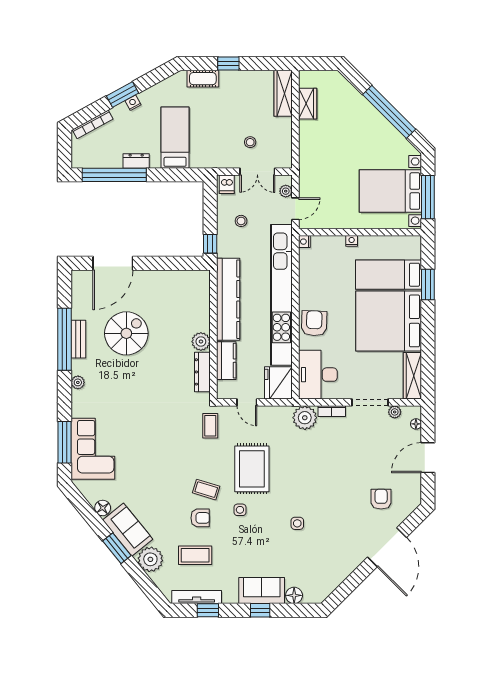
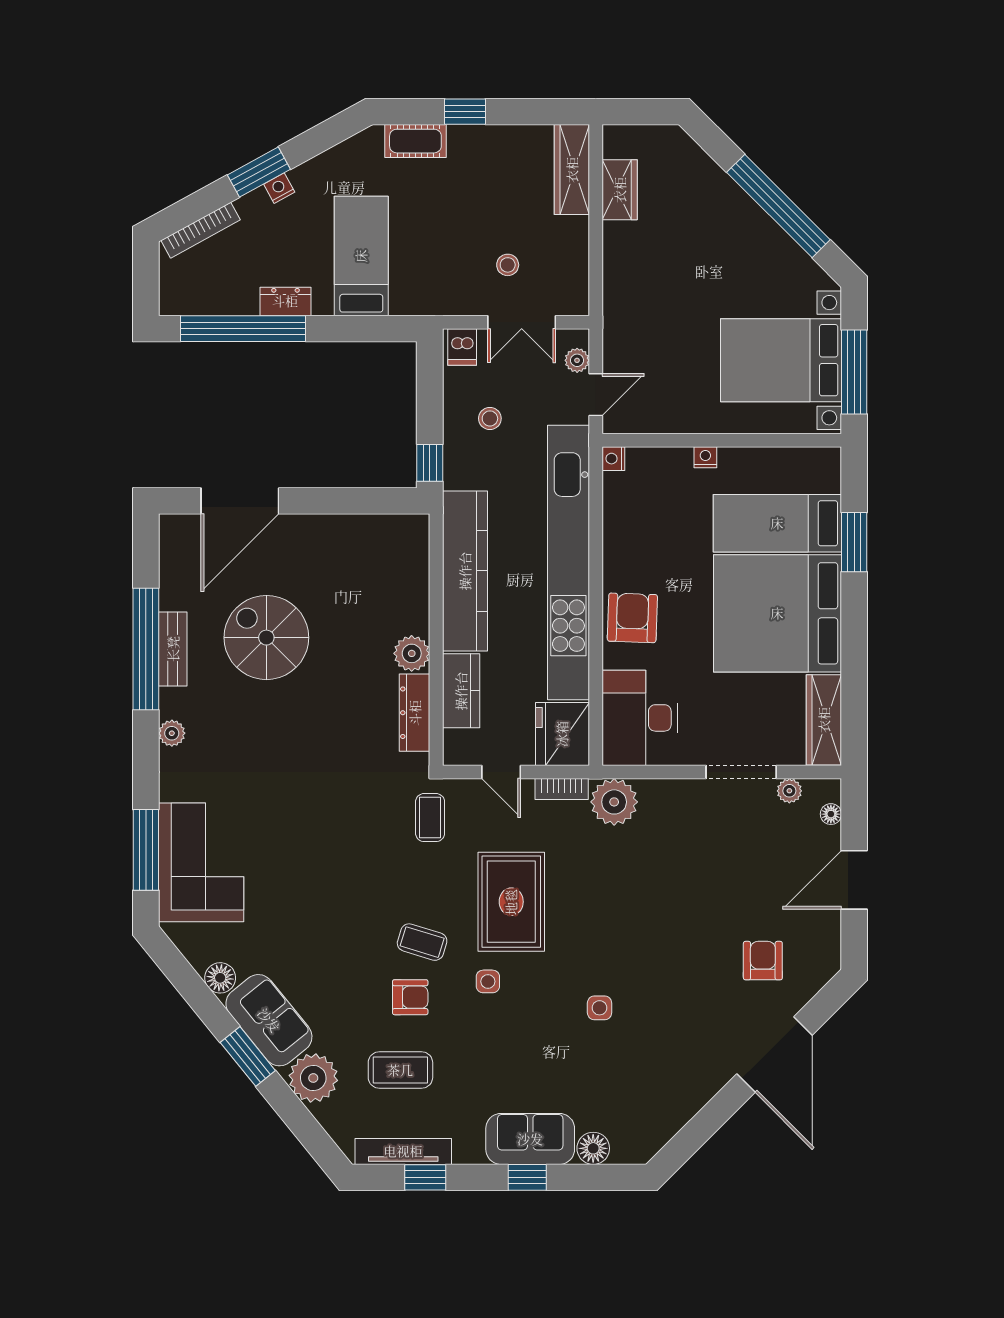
spiral stairs: (126, 333) -> (266, 638), turned -90
bookcase: (332, 411) -> (562, 789), moved

